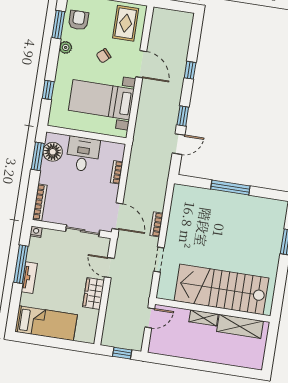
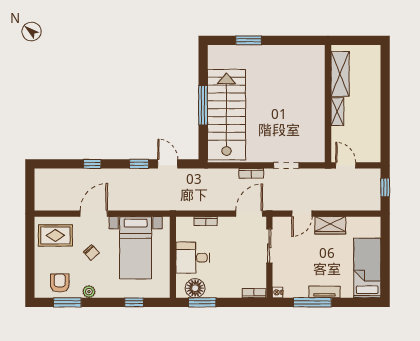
armchair: (79, 20) -> (60, 283), turned 90
bookcase: (40, 202) -> (254, 293), width x0.64
stairs: (221, 289) -> (226, 115), moved, turned 180

